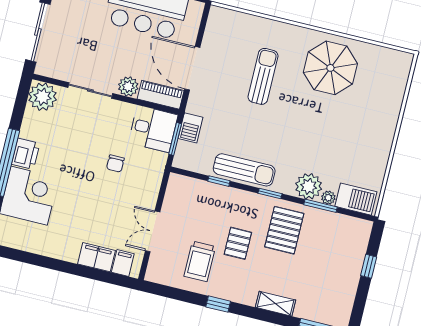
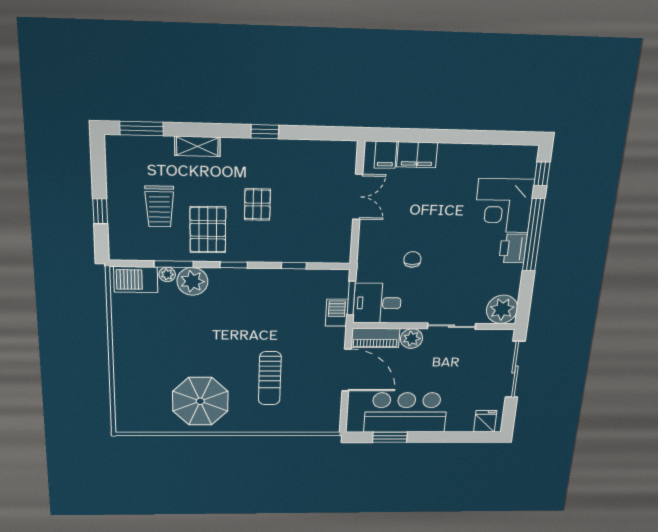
sun lounger: (244, 170) -> (268, 283), removed
trolley: (200, 261) -> (159, 206), moved, turned 180

